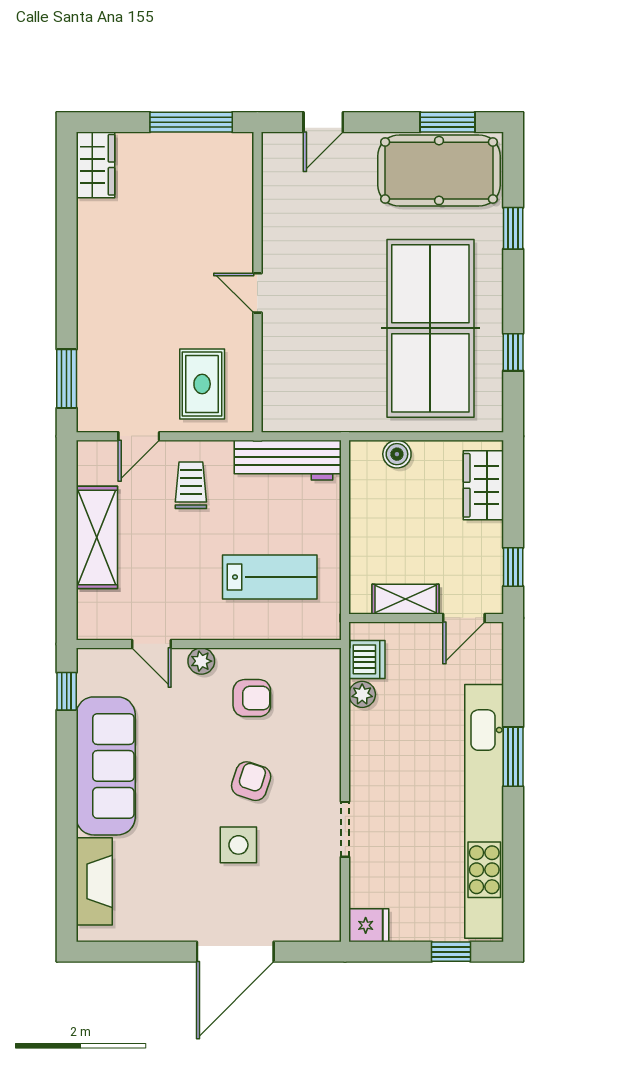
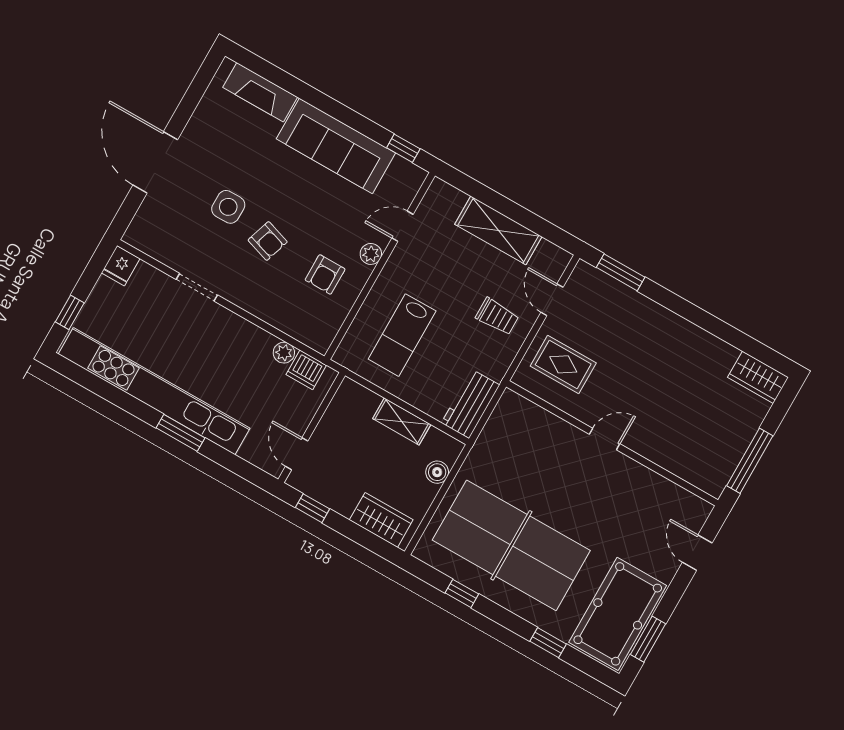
workbench: (288, 460) -> (470, 404), width x0.73
shelving: (406, 599) -> (402, 421), moved, turned 90

